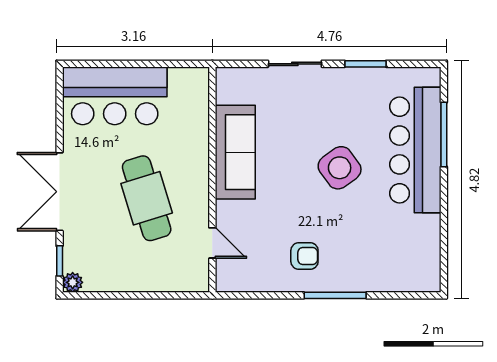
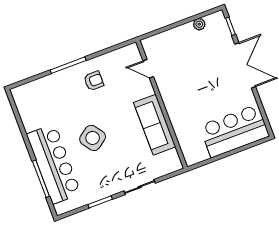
cafe table: (147, 198) -> (195, 80), removed
armchair: (304, 256) -> (94, 81), turned 180
plant: (73, 282) -> (199, 24), moved

